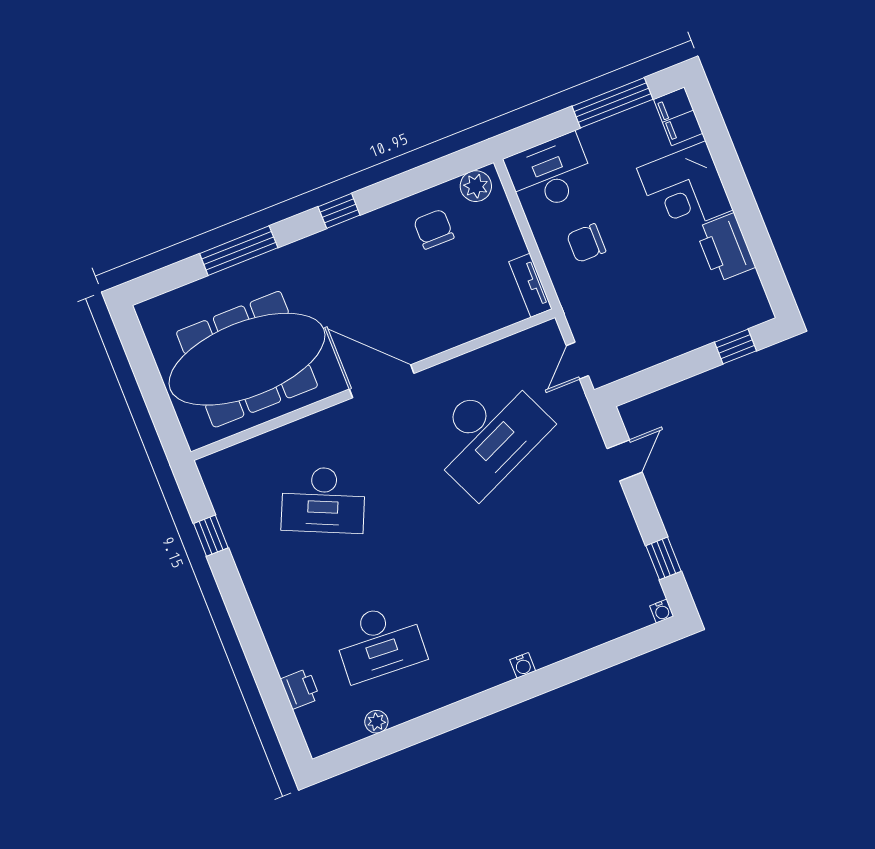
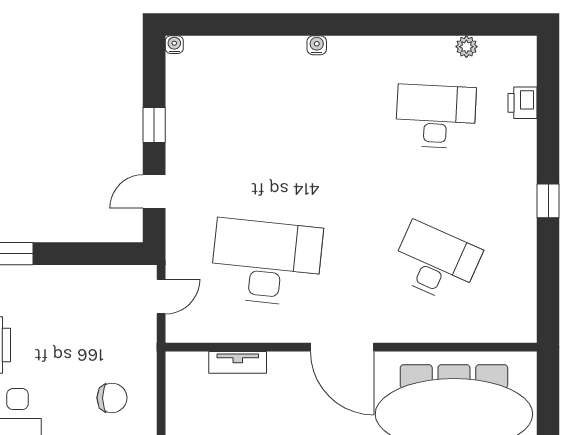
tv unit: (530, 285) -> (238, 362), moved, turned 90
desk: (488, 435) -> (266, 262), turned 30
window: (211, 536) -> (548, 201), moved
window: (663, 558) -> (154, 125), moved

